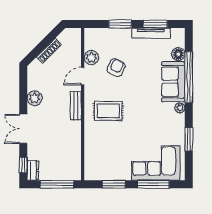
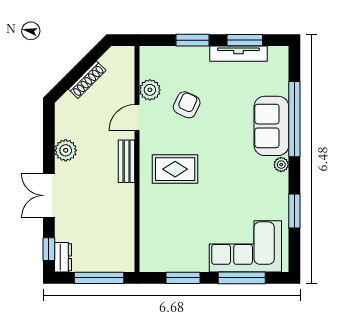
floor lamp: (178, 54) -> (279, 85), removed

